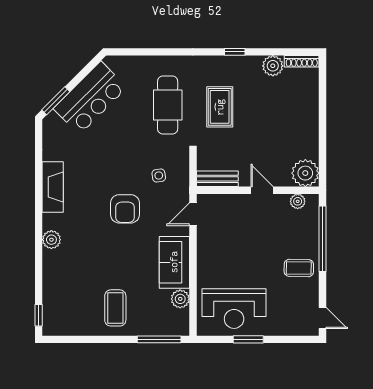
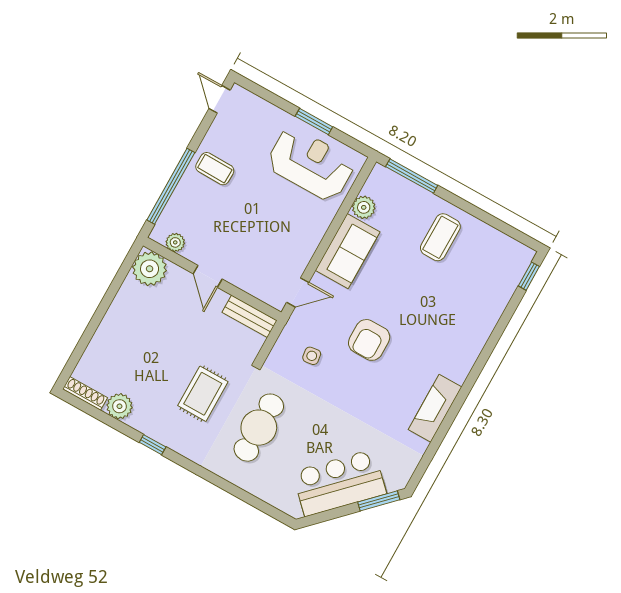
armchair: (125, 209) -> (369, 340), turned 180
plant: (51, 240) -> (469, 351), removed

